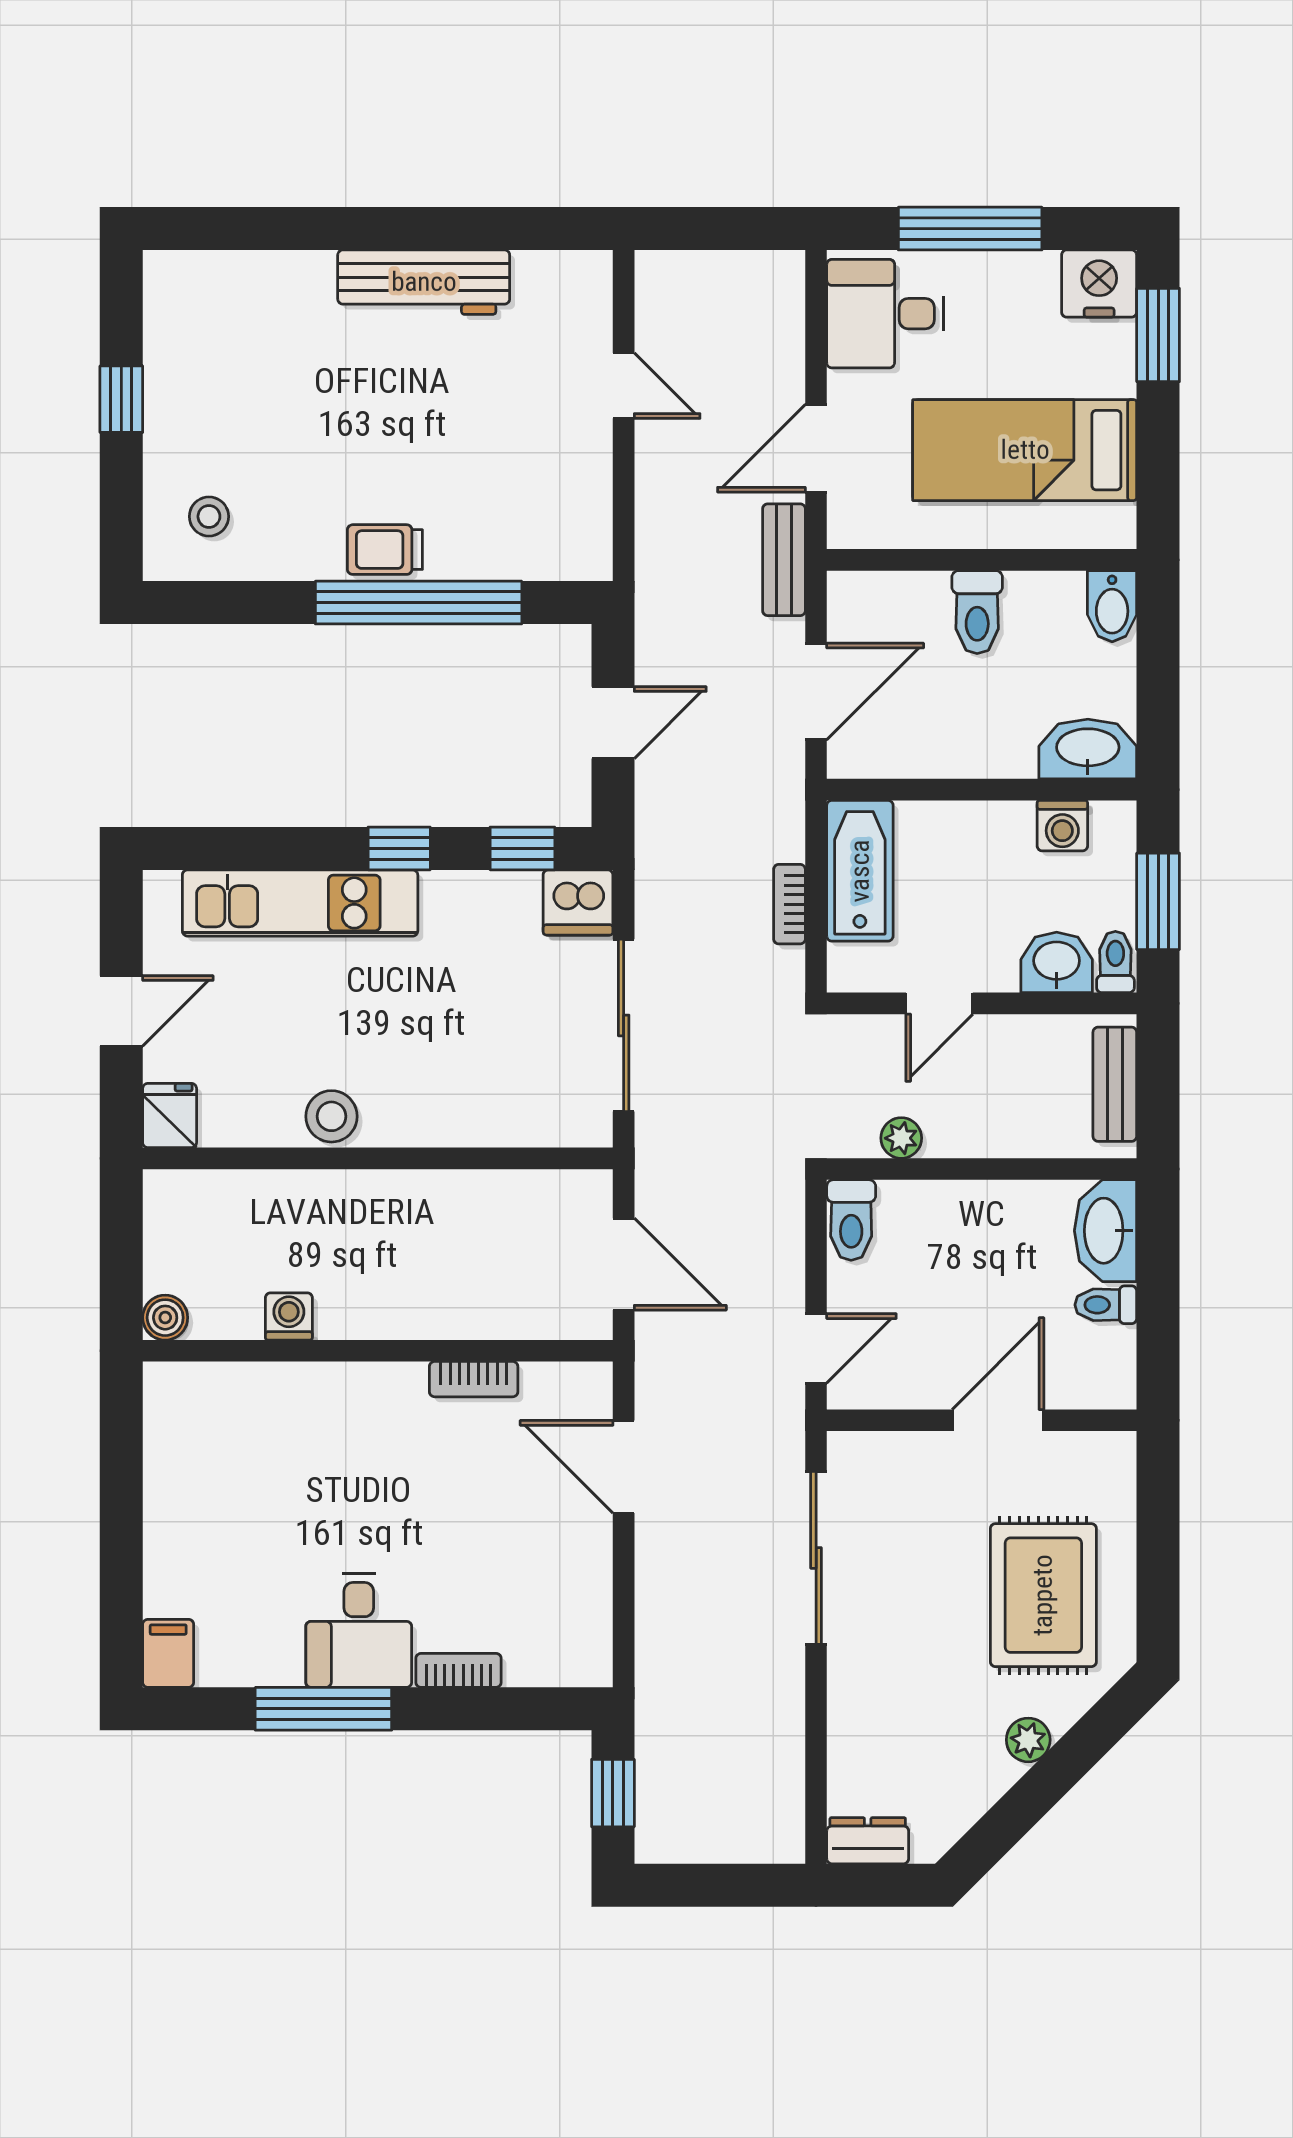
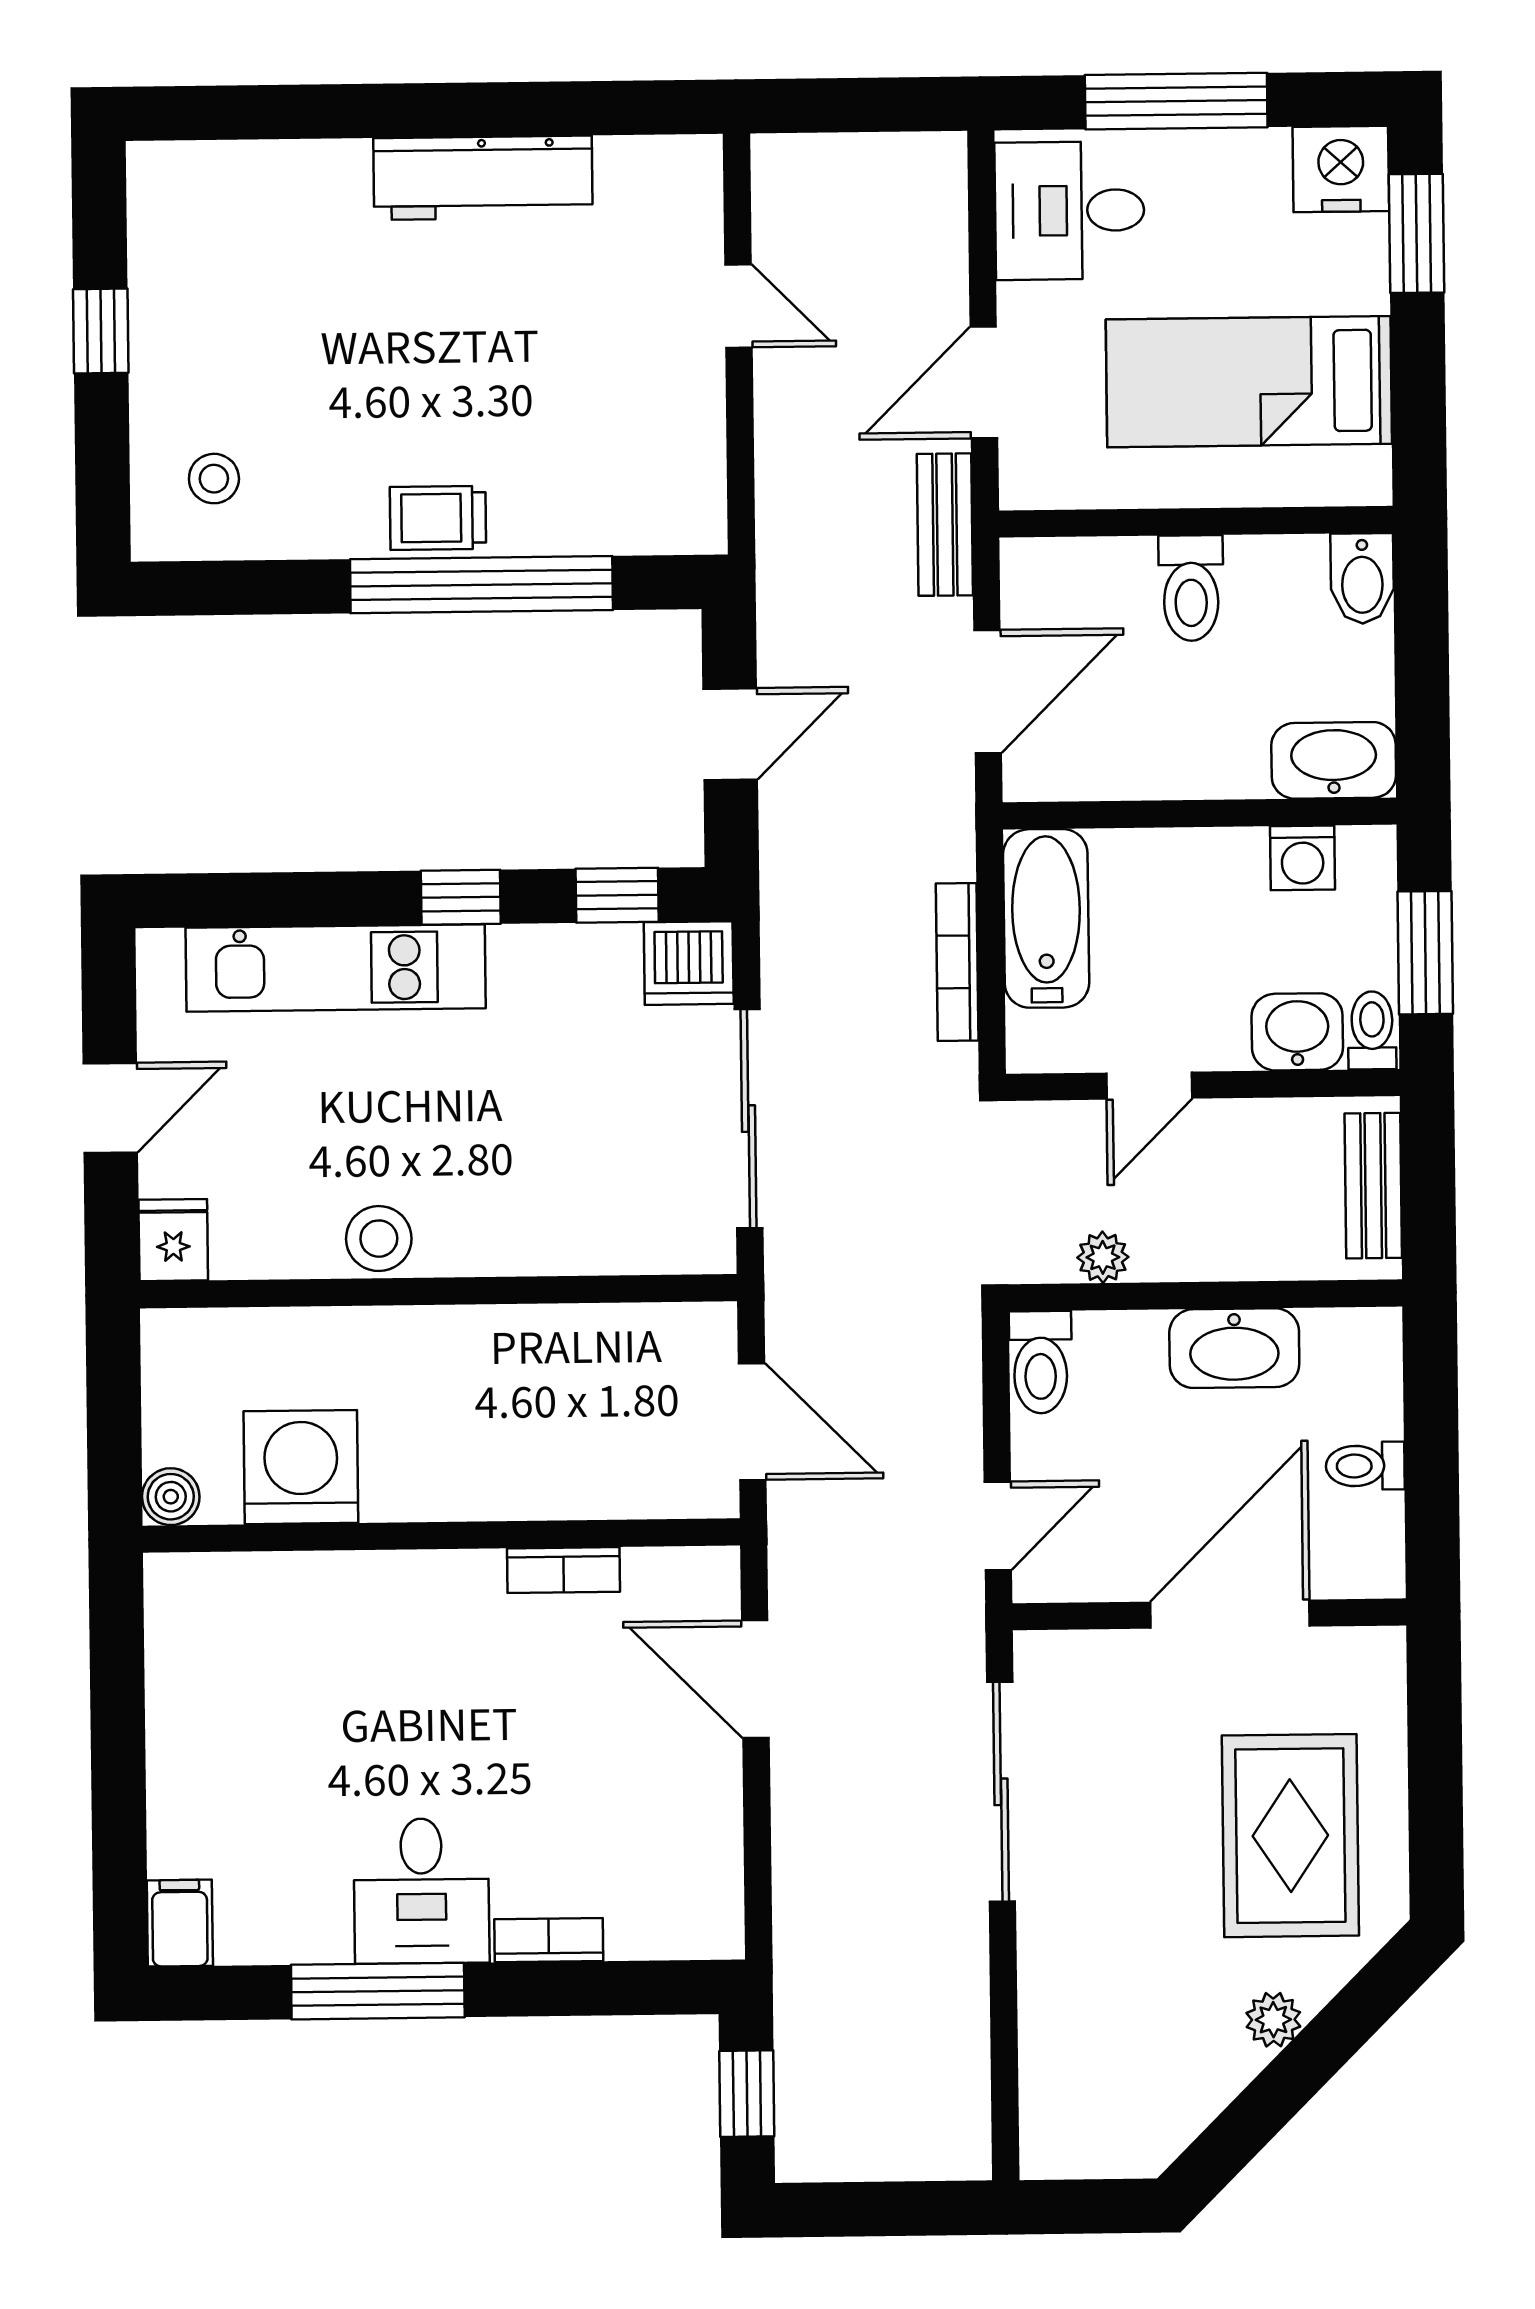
bookcase: (789, 904) -> (957, 962), width x1.56
washbasin: (1106, 1231) -> (1234, 1348), moved, turned -90
washing machine: (289, 1316) -> (301, 1467), width x1.89, depth x1.89
door: (998, 1420) -> (1230, 1614), width x1.36
dresser: (868, 1841) -> (1071, 2150), removed

